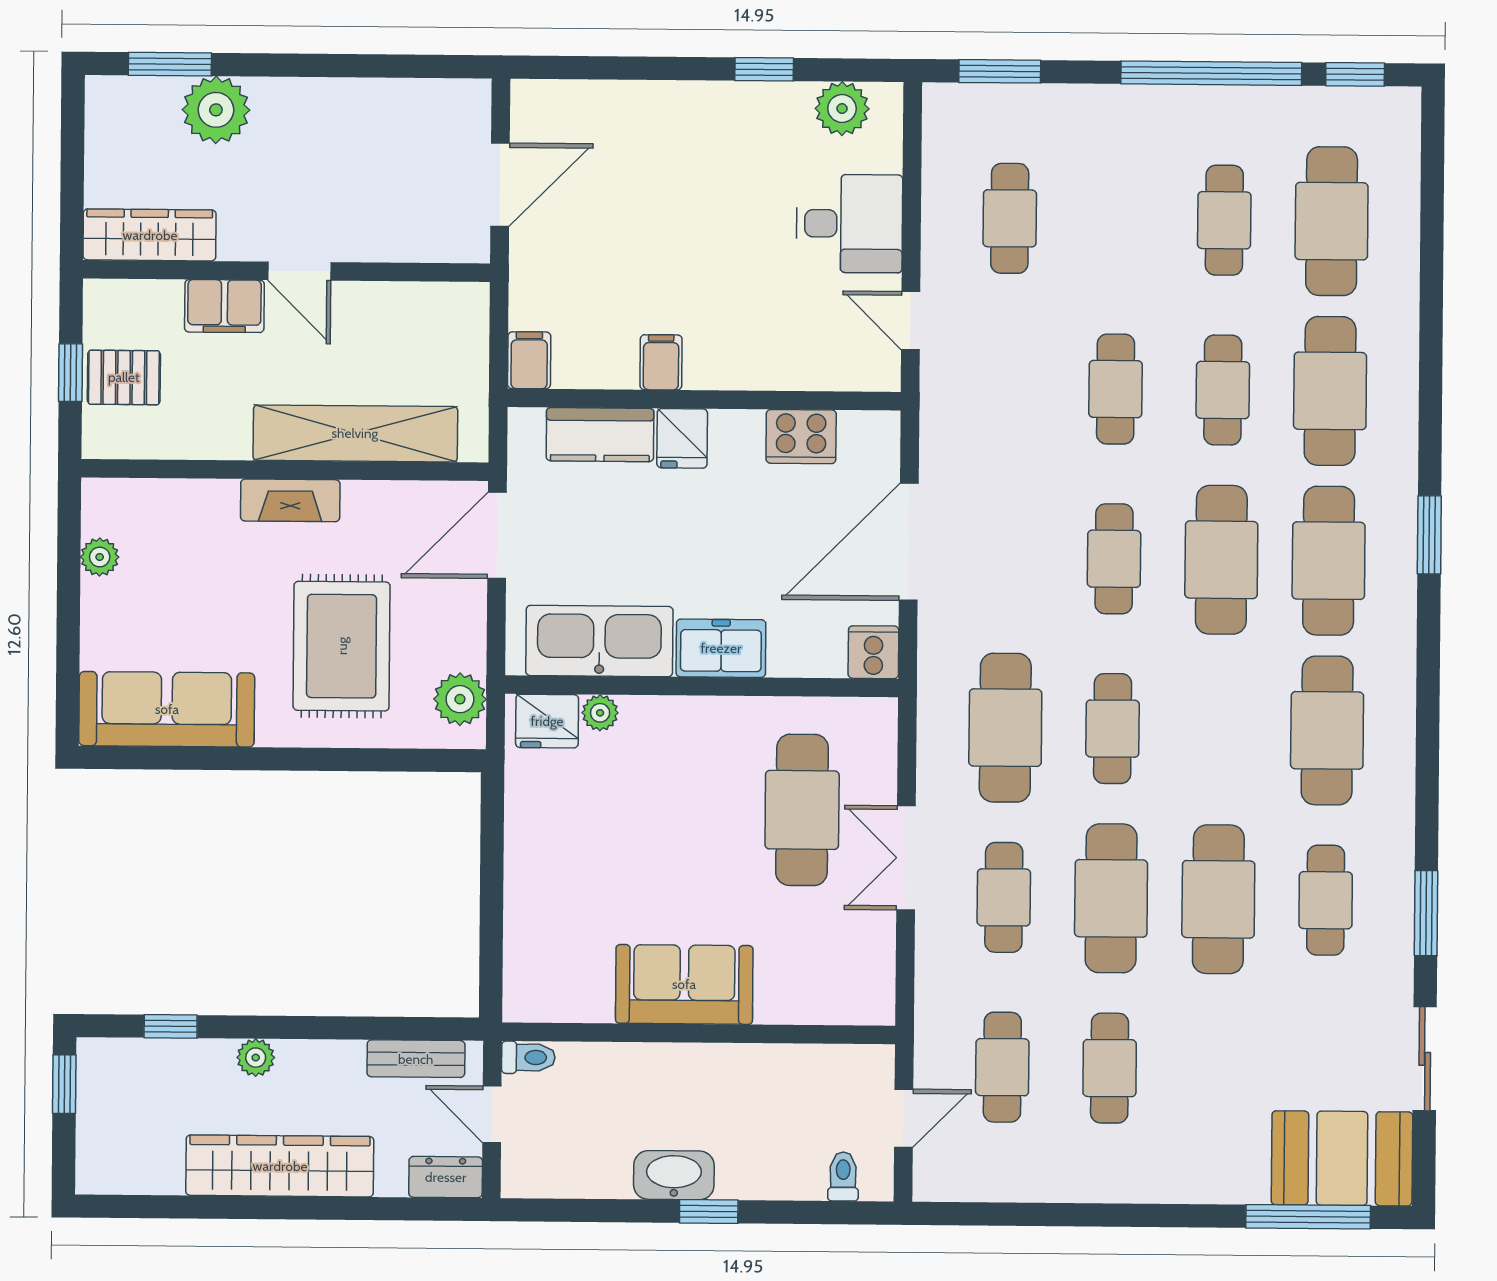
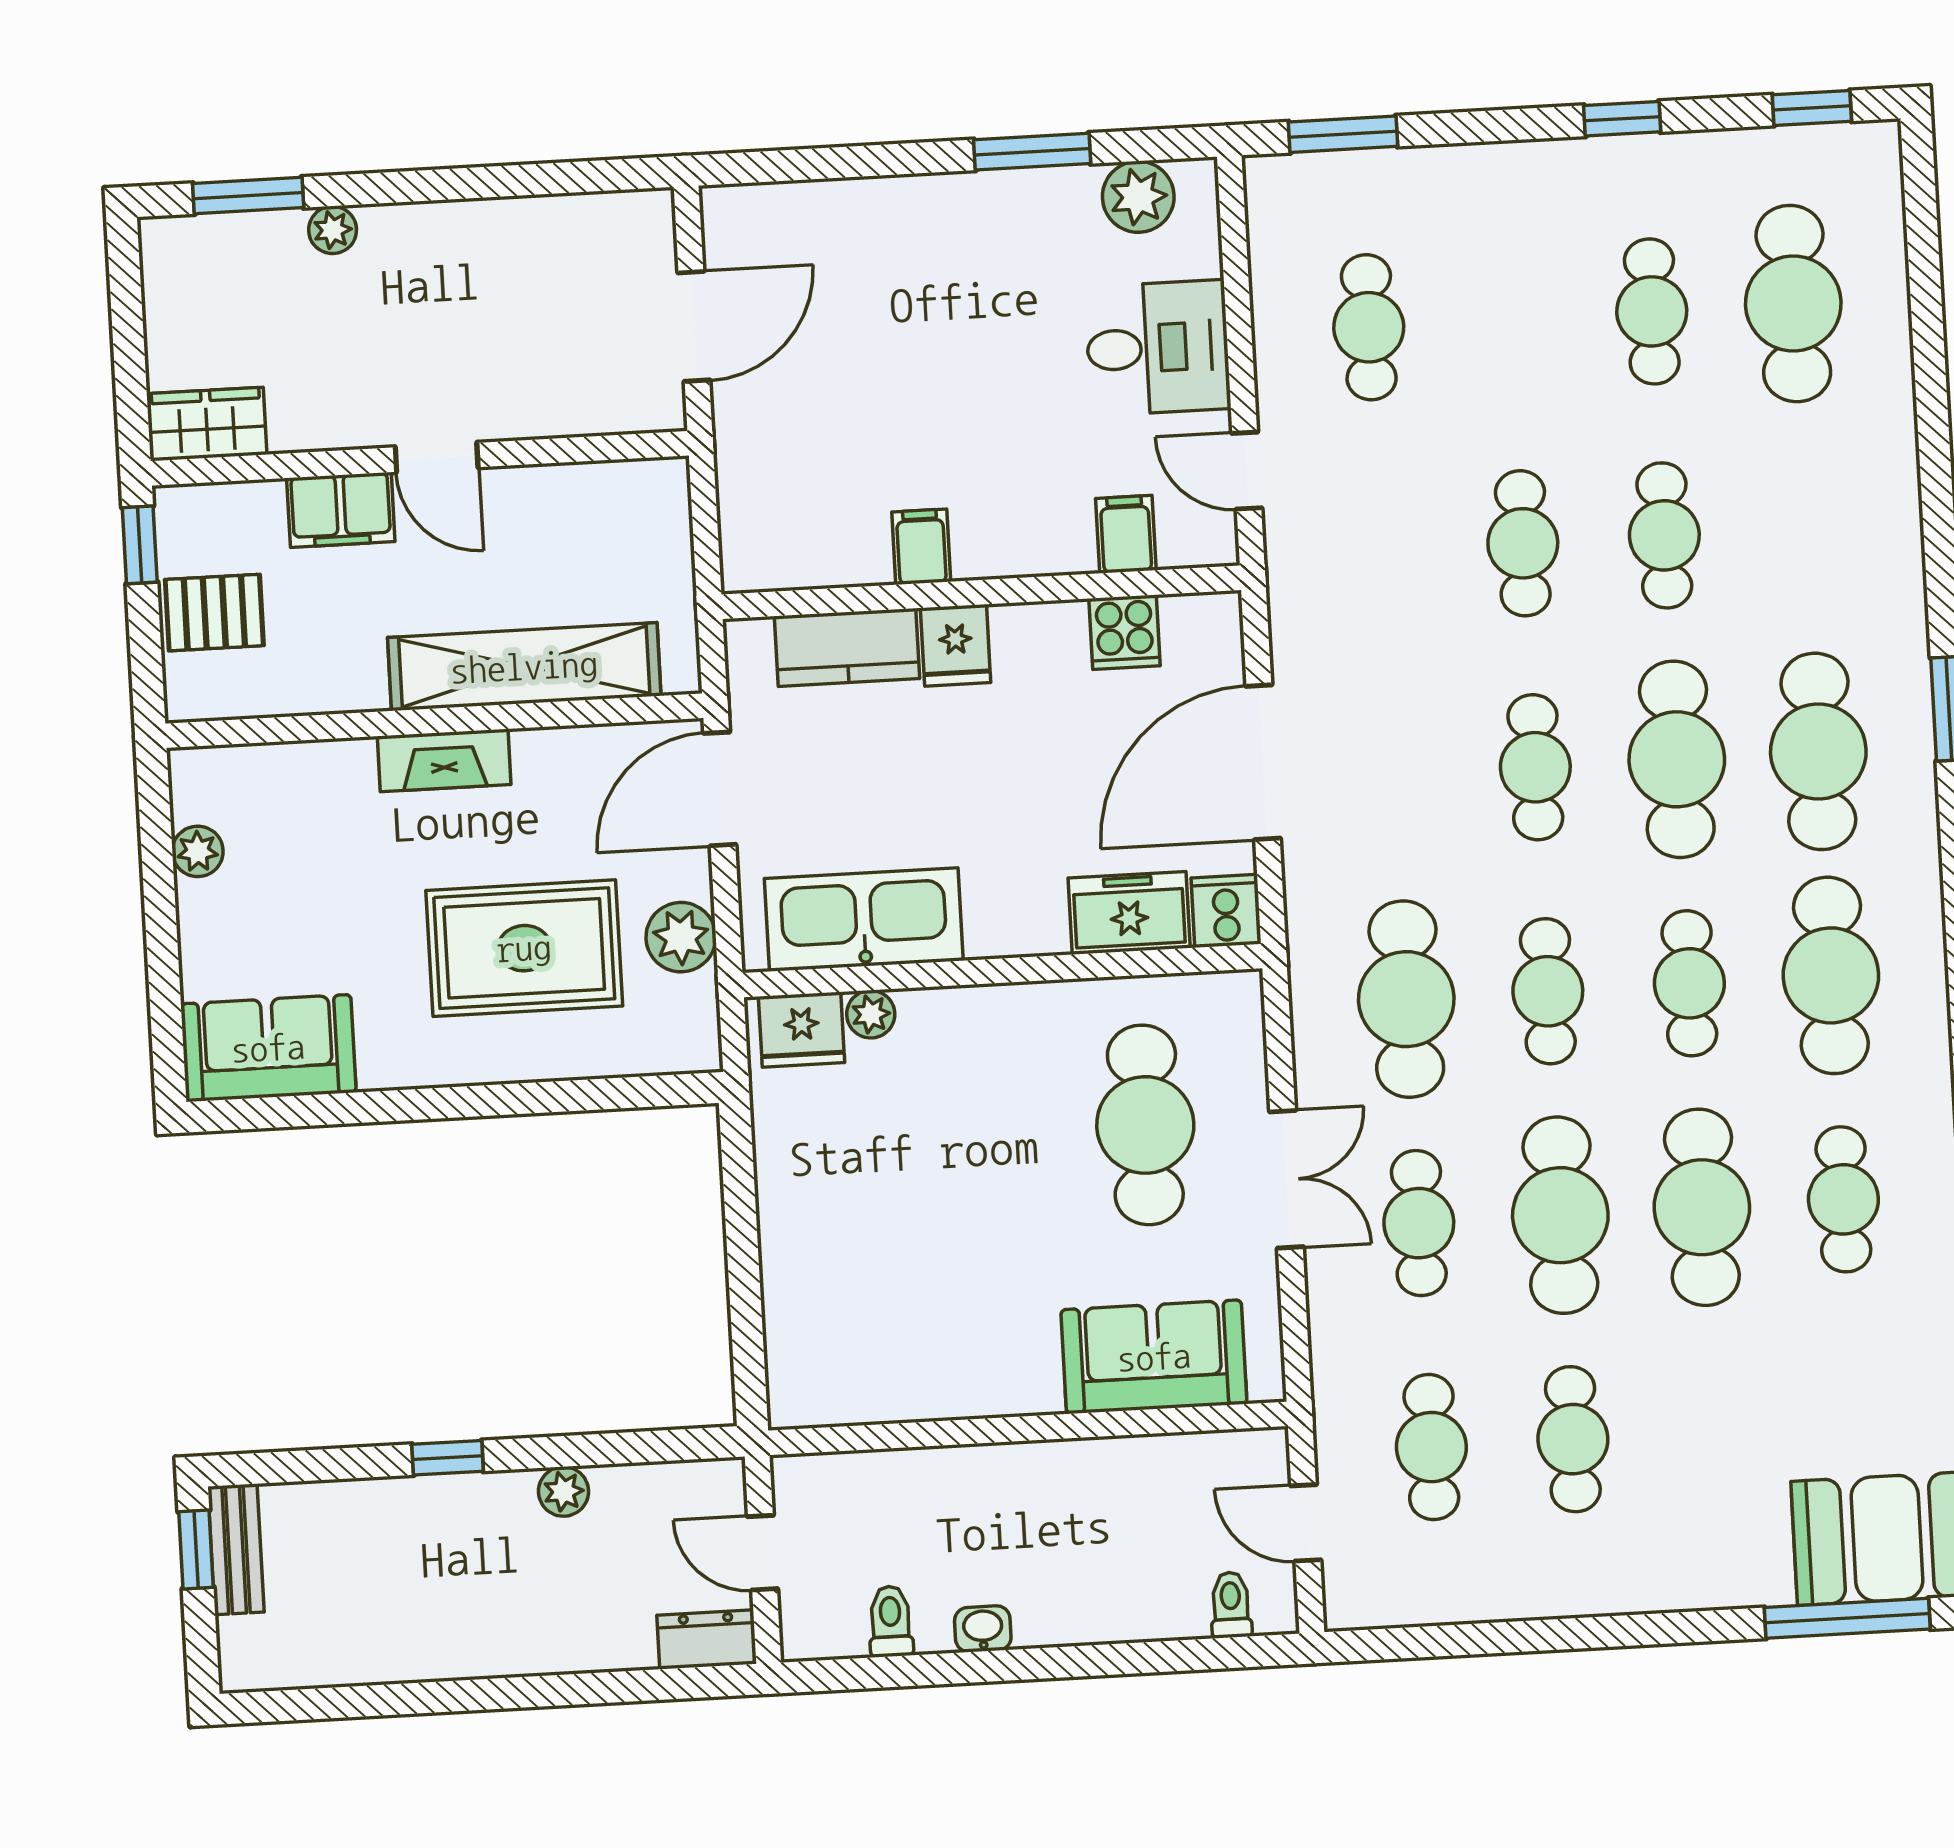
window: (764, 69) -> (1032, 152), width x1.50
window: (1211, 73) -> (1622, 119), width x0.32
plant: (216, 110) -> (333, 230), width x0.53, depth x0.53
wardrobe: (150, 235) -> (207, 424), width x0.67
filing cabinet: (529, 360) -> (1126, 534), moved
window: (71, 373) -> (140, 545), moved
cafe table: (1330, 391) -> (1689, 983), moved, width x0.73, depth x0.74
cooker: (801, 437) -> (1124, 632), width x0.73
rug: (342, 646) -> (524, 948), turned 90
freezer: (721, 648) -> (1129, 913), moved
plant: (460, 699) -> (681, 937), moved
sofa: (167, 709) -> (268, 1048), width x0.73
double door: (906, 858) -> (1286, 1179), swing flipped
sofa: (684, 984) -> (1154, 1357), moved
window: (171, 1026) -> (448, 1458), moved
toilet: (528, 1057) -> (891, 1621), moved, turned -90
plant: (256, 1058) -> (563, 1491), moved
bench: (416, 1059) -> (236, 1549), moved, turned 90
door: (904, 1118) -> (1306, 1523), swing flipped
wardrobe: (280, 1166) -> (487, 1639), removed
washbasin: (674, 1175) -> (983, 1629), width x0.52, depth x0.69
window: (709, 1212) -> (1057, 1662), removed

